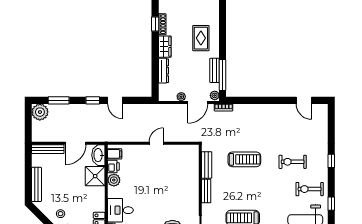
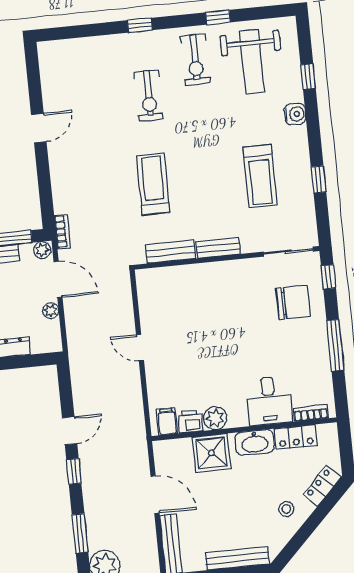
door: (304, 100) -> (39, 128), moved
washbasin: (98, 155) -> (255, 442), moved

